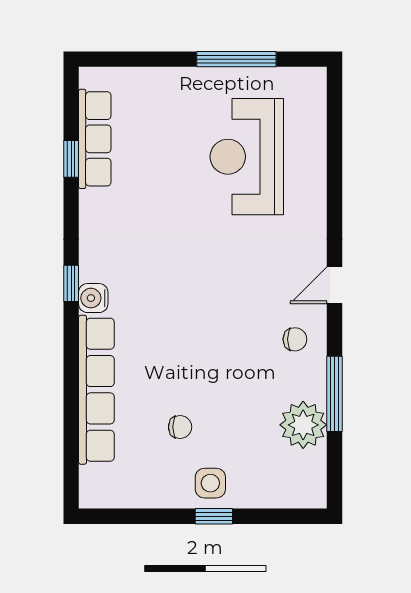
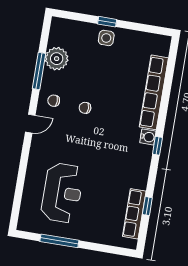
chair: (180, 427) -> (85, 108), moved

